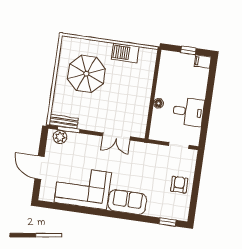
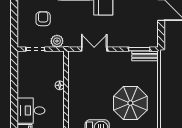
desk: (188, 112) -> (31, 111), moved
plant: (60, 137) -> (57, 41), moved
armchair: (179, 185) -> (43, 19), moved, turned 180

